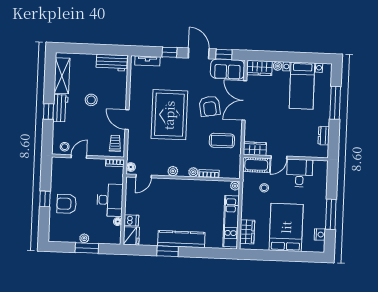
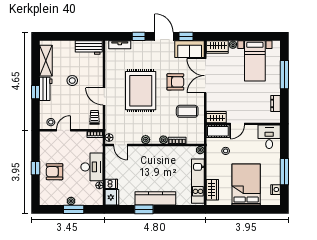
armchair: (210, 106) -> (175, 82), turned -80
desk: (300, 173) -> (269, 137), moved
door: (144, 176) -> (120, 145), hinge flipped

